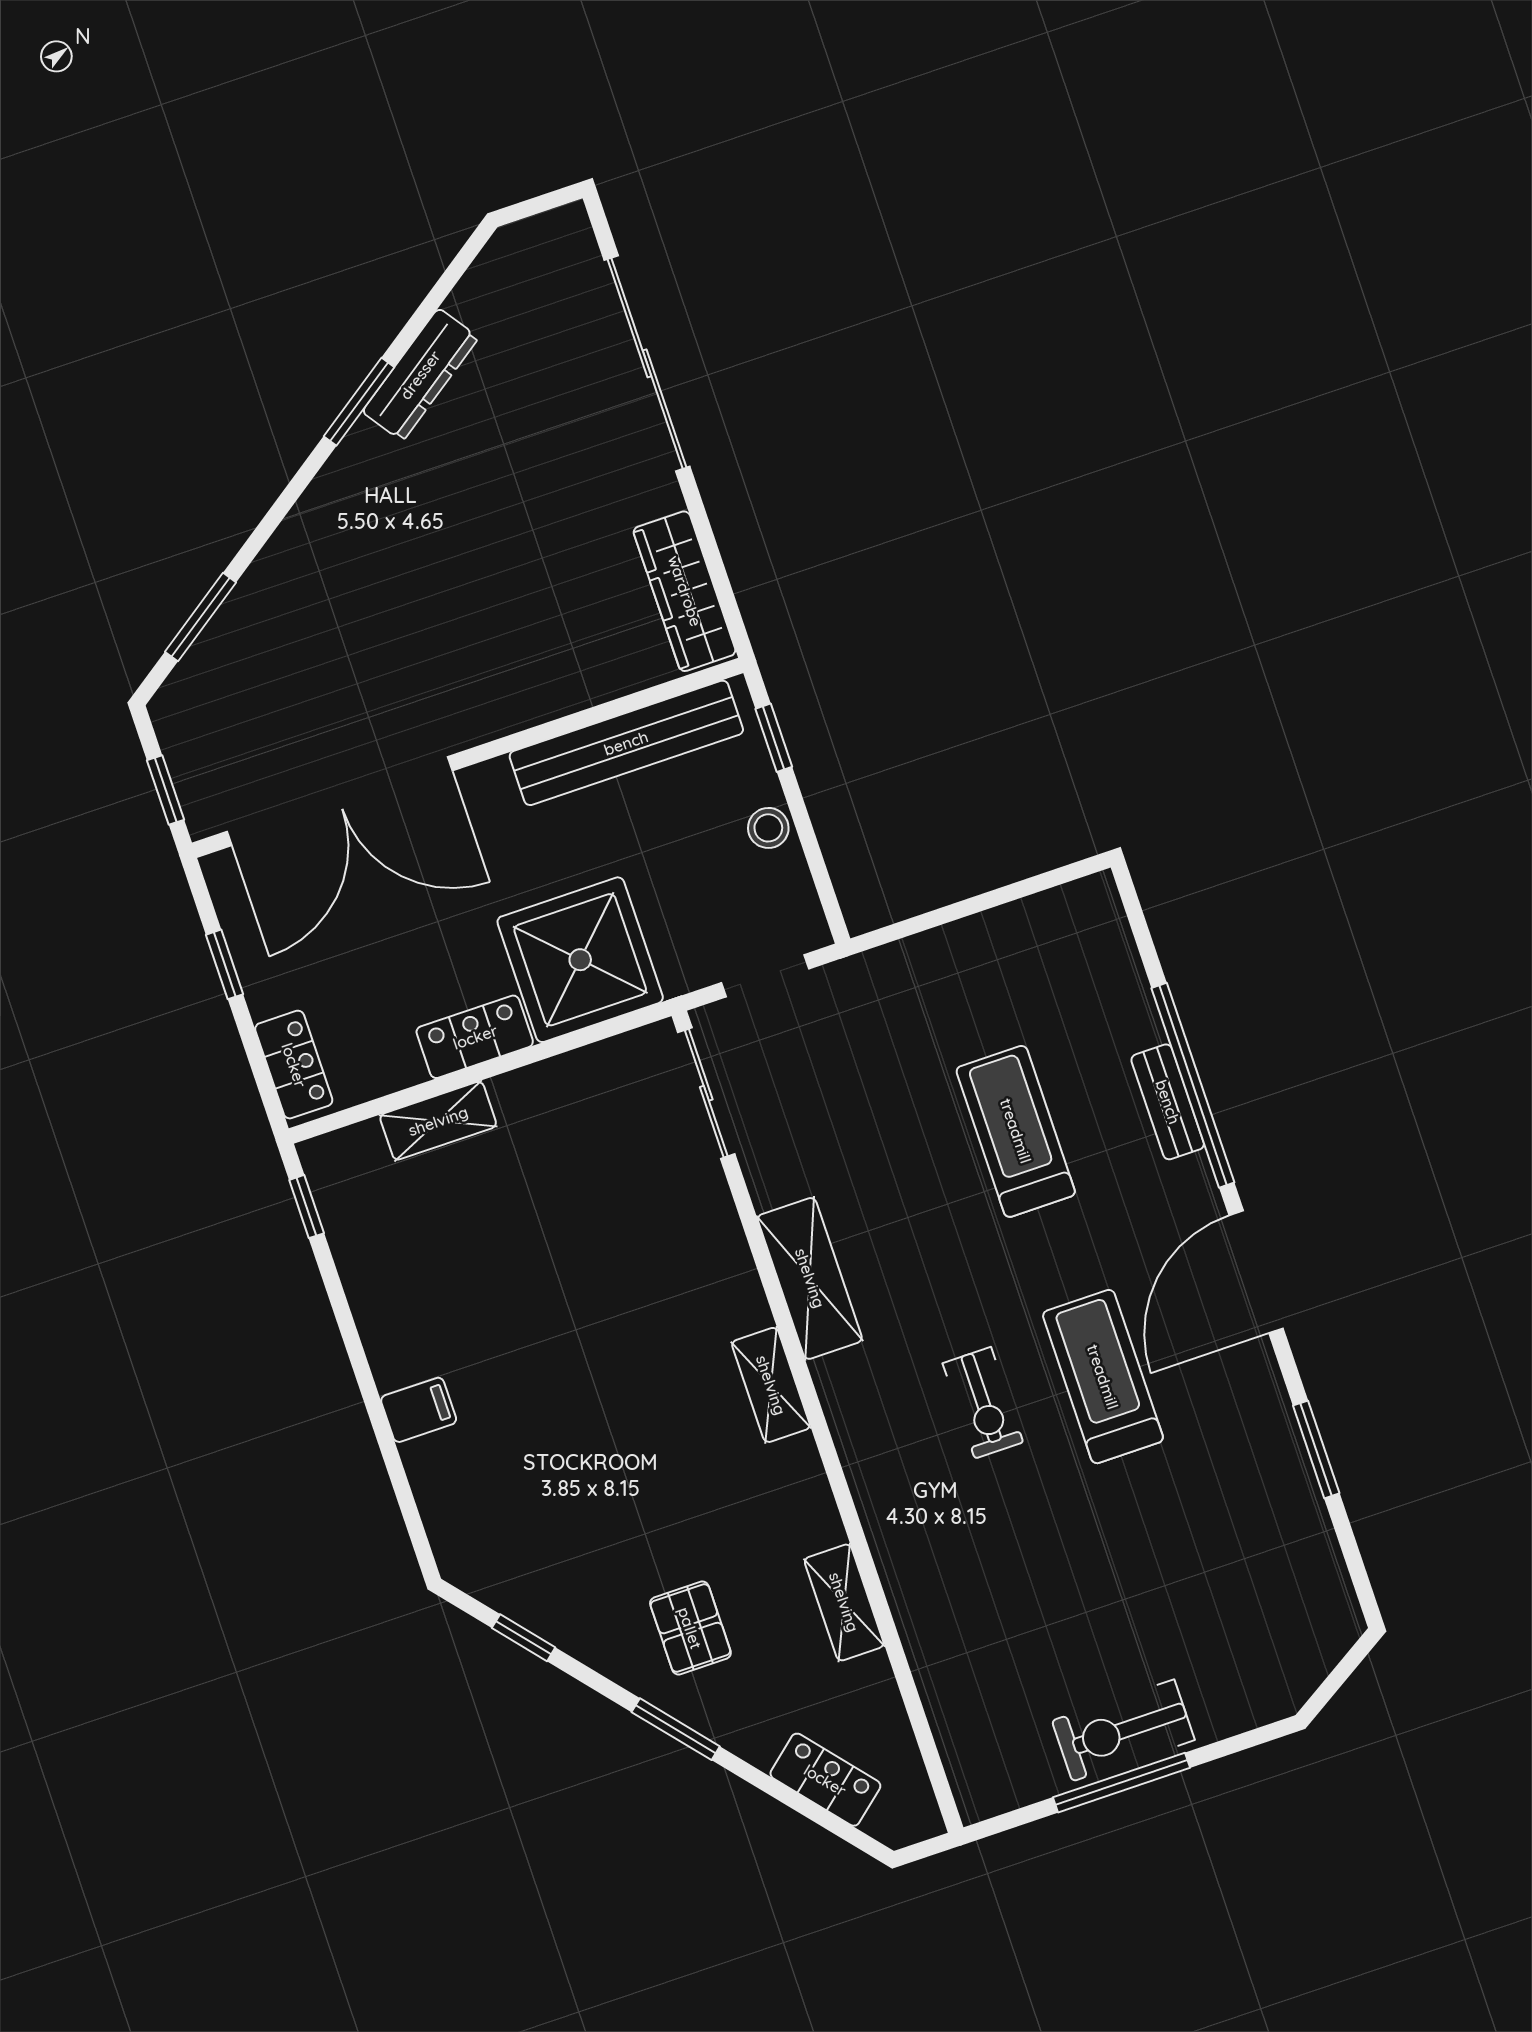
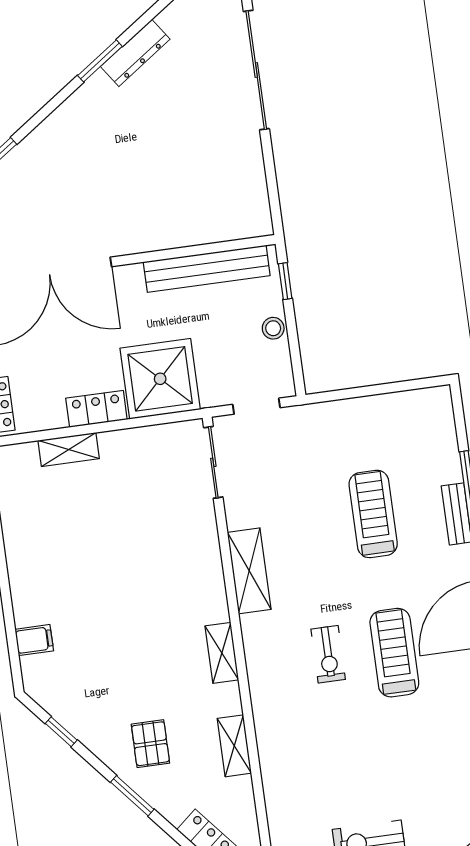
wardrobe: (685, 591) -> (253, 194), removed
shelving: (771, 1385) -> (222, 653), moved
filing cabinet: (419, 1410) -> (34, 640), moved

